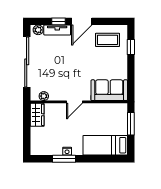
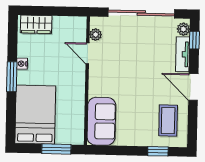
window: (59, 21) -> (194, 40), moved
door: (74, 102) -> (87, 53), moved
wardrobe: (37, 115) -> (36, 24), moved
bed: (105, 145) -> (35, 115), width x1.50
window: (64, 159) -> (12, 77), moved

